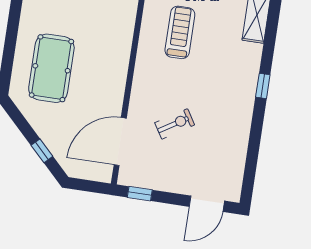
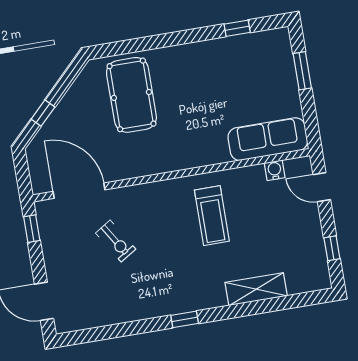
treadmill: (180, 32) -> (212, 216), turned 90
pool table: (51, 68) -> (131, 95), turned 90

